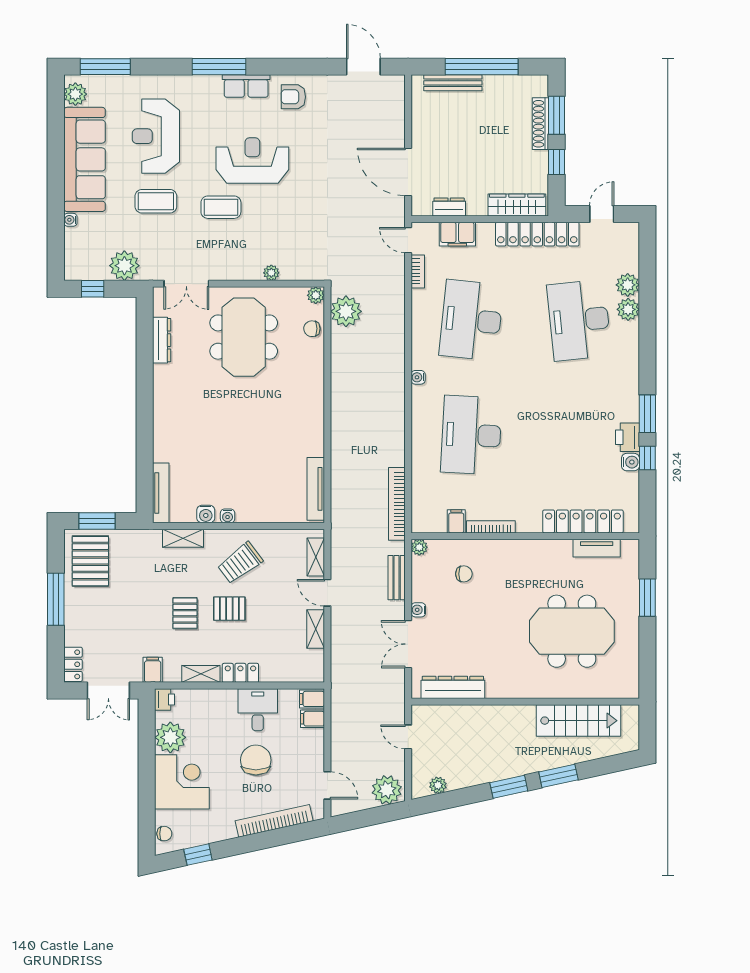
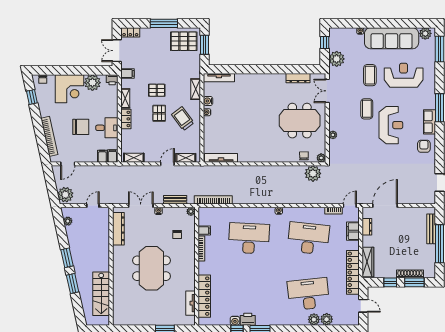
shelving: (316, 629) -> (134, 158), moved
meeting table: (572, 631) -> (151, 268), moved

